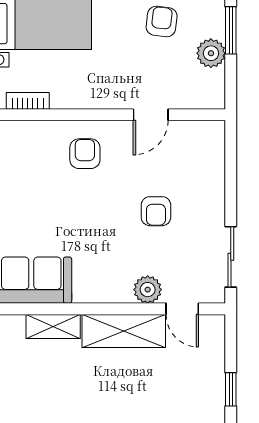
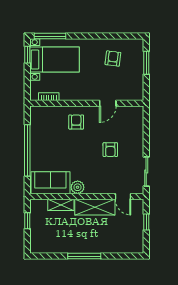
plant: (211, 53) -> (137, 74), removed
plant: (148, 290) -> (78, 187), moved
window: (231, 389) -> (146, 222), moved

